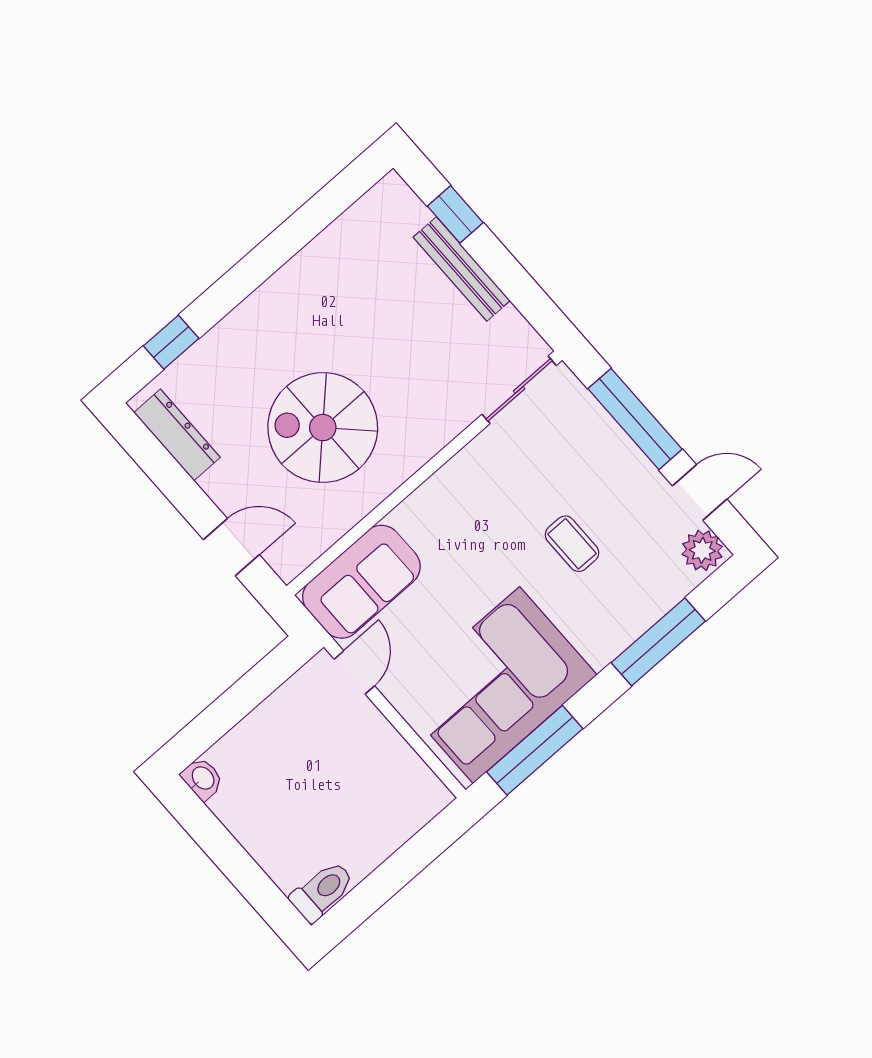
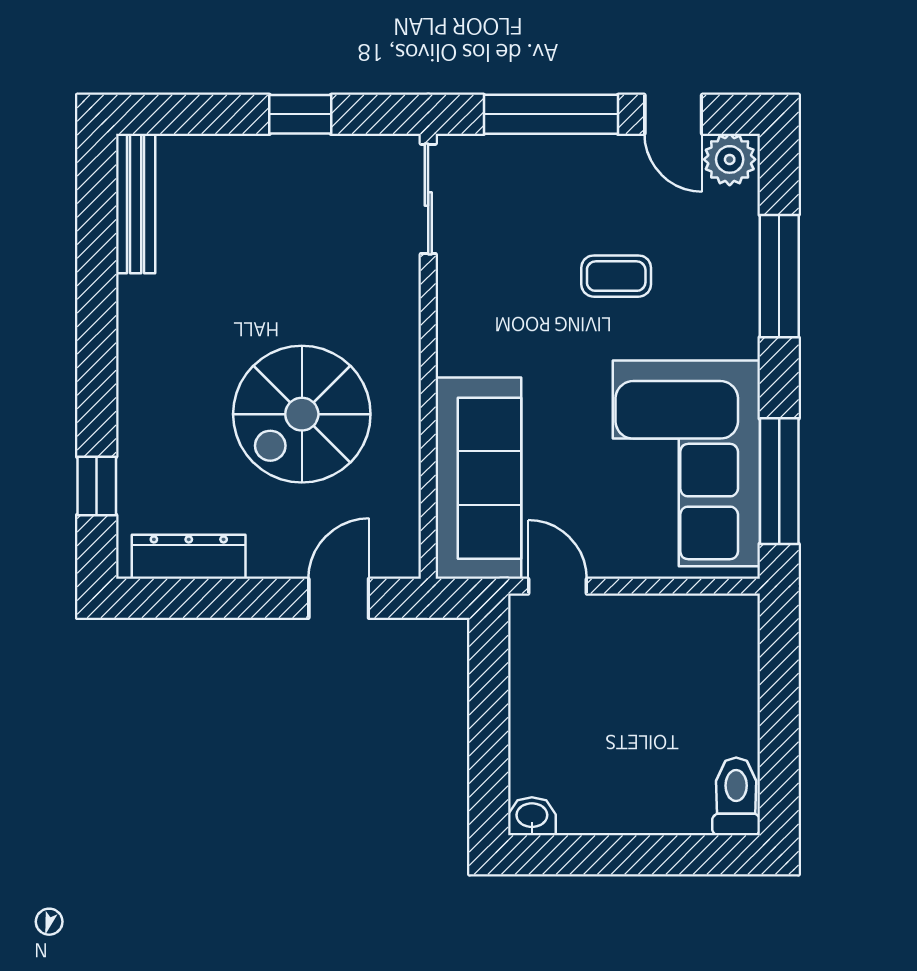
window: (455, 214) -> (300, 114), moved
bench: (462, 269) -> (136, 203), moved, turned 90
door: (700, 493) -> (673, 114), swing flipped
sofa: (361, 582) -> (478, 478), width x1.36

